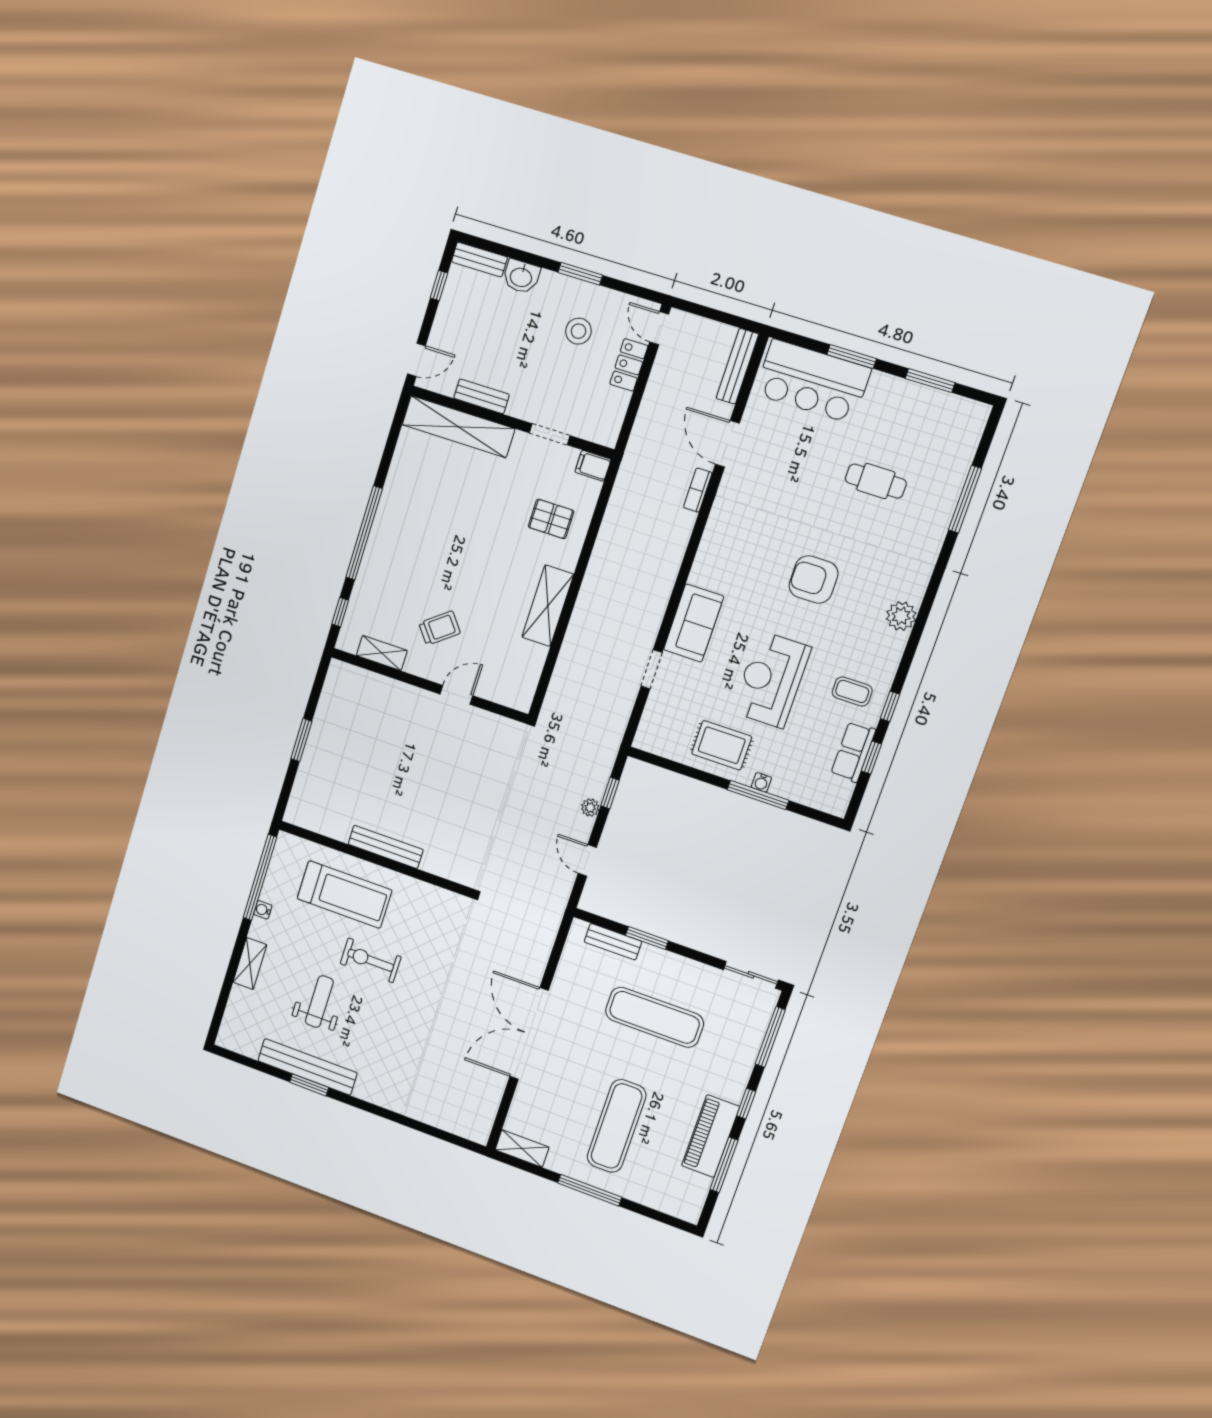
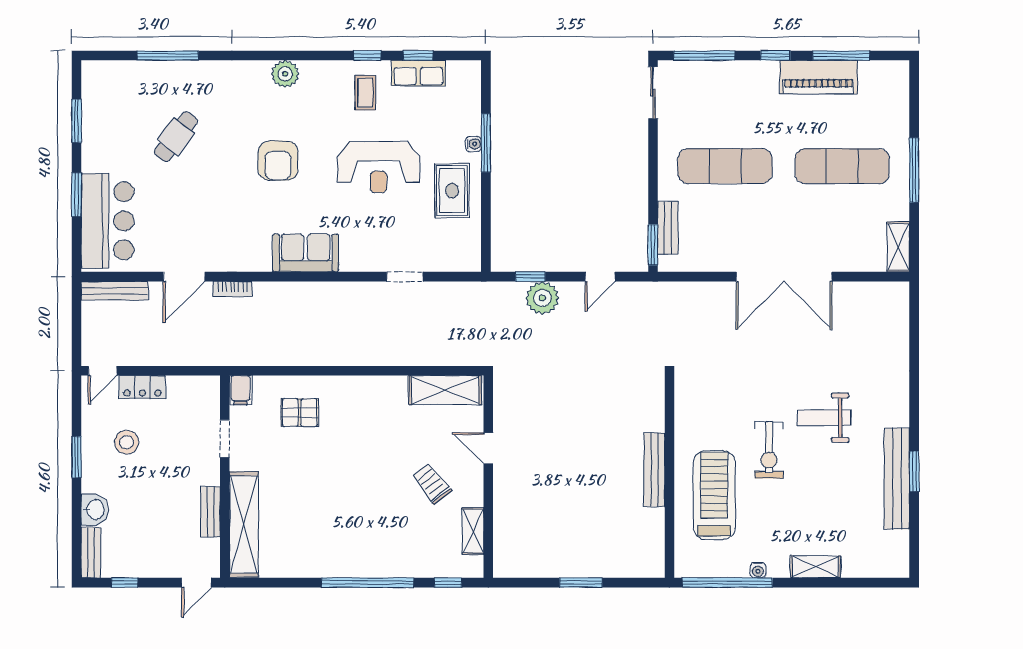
door: (416, 360) -> (196, 583), swing flipped
cafe table: (876, 481) -> (176, 137), turned 37
pallet: (551, 519) -> (300, 413), turned 90
shelving: (548, 606) -> (445, 390), moved
sofa: (694, 623) -> (306, 253), moved
plant: (590, 808) -> (542, 298), width x1.87, depth x1.87
window: (647, 938) -> (653, 245), moved
weight bench: (319, 1002) -> (824, 418), moved
exercise mat: (654, 1017) -> (725, 166), turned 90

